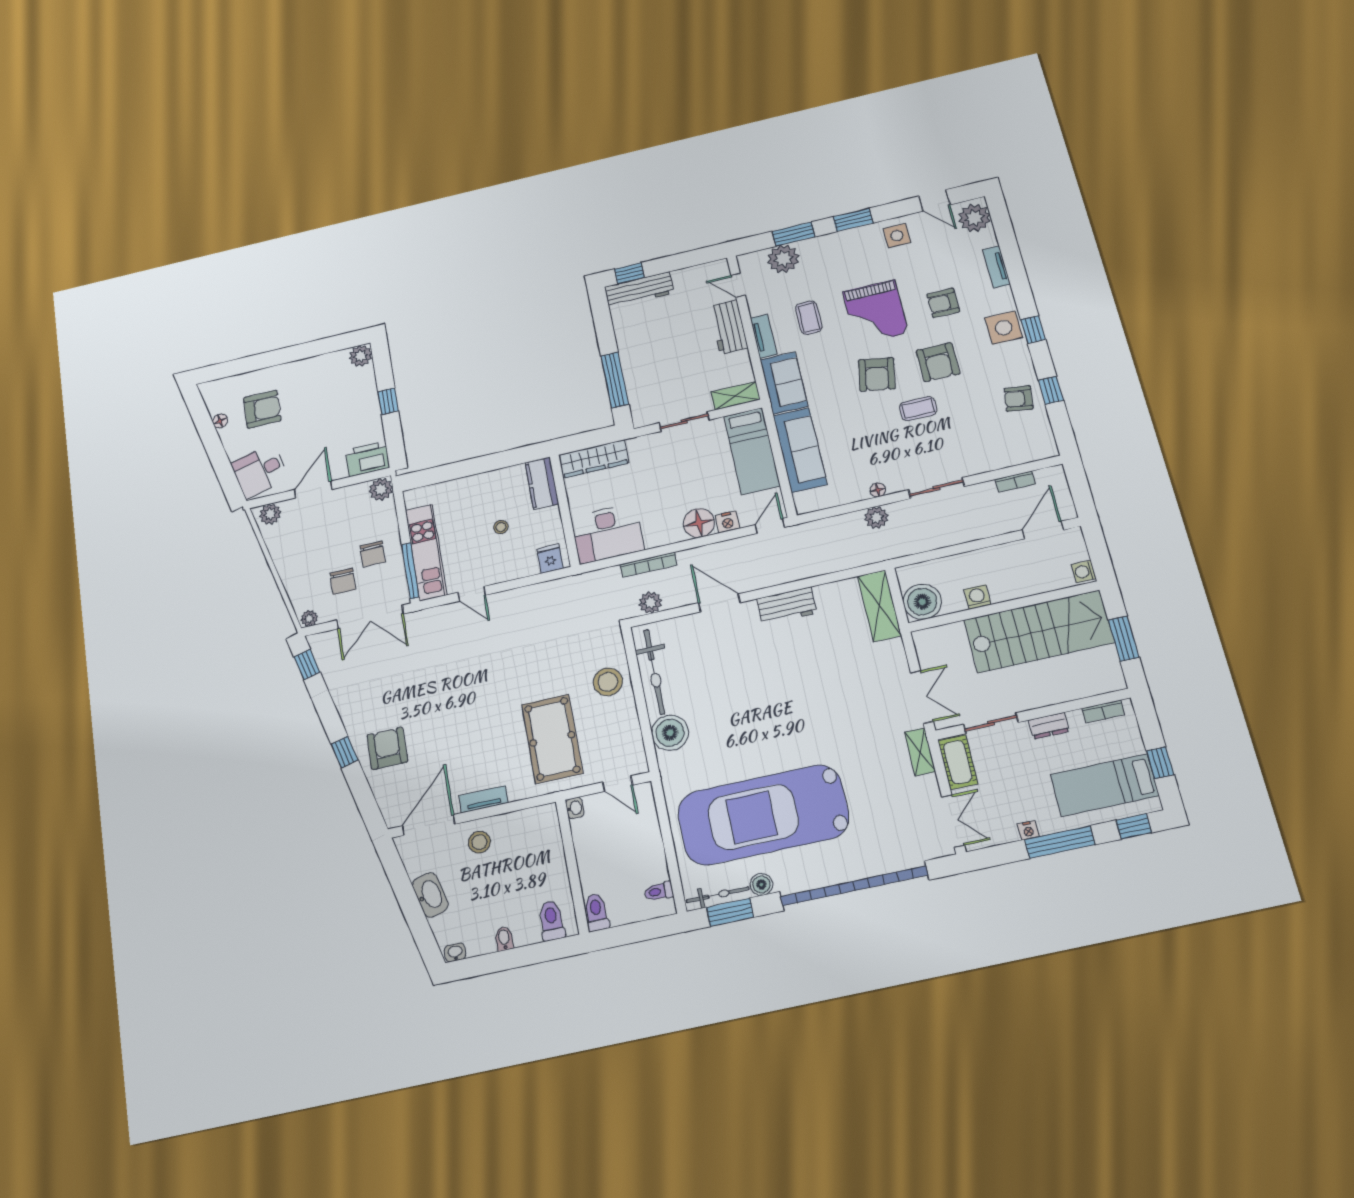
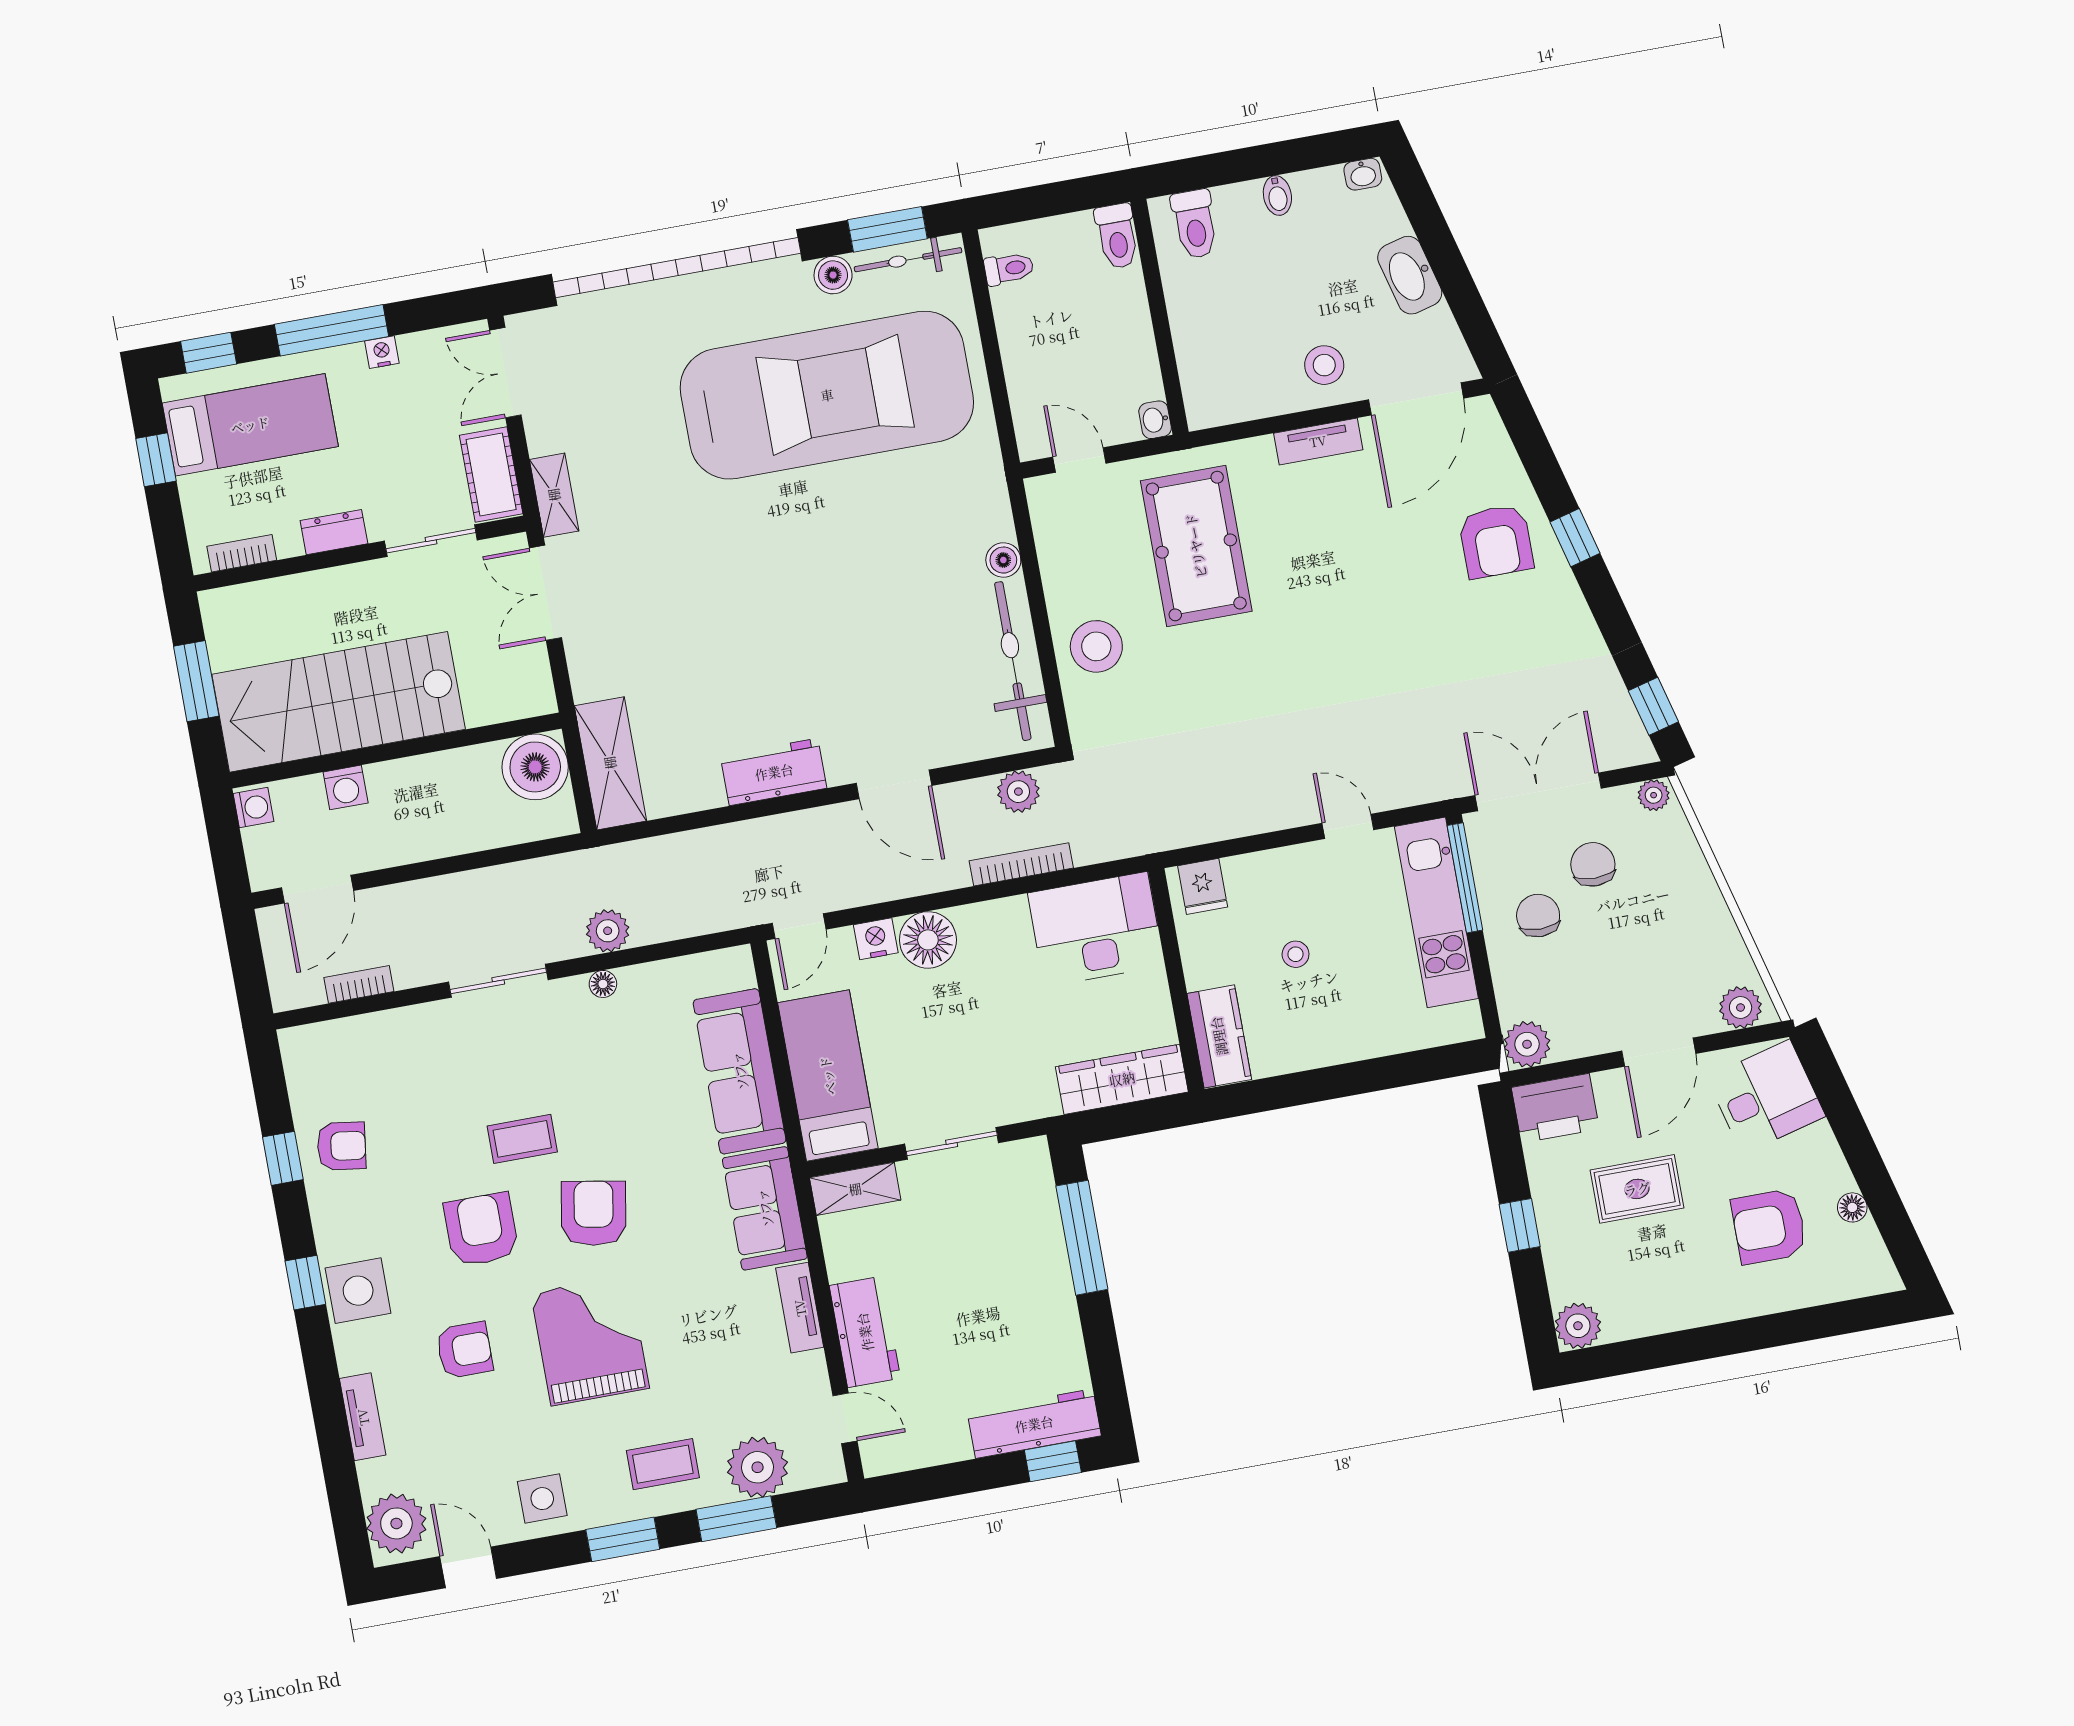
coffee table: (809, 318) -> (663, 1464), moved, turned 90
rug: (328, 423) -> (1637, 1189), added
washing machine: (977, 597) -> (346, 787), moved
boiler: (670, 733) -> (1003, 560), width x0.54, depth x0.54

